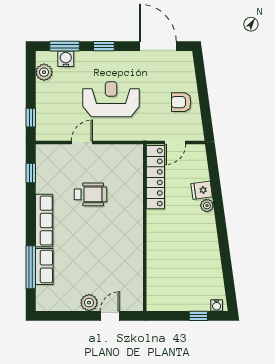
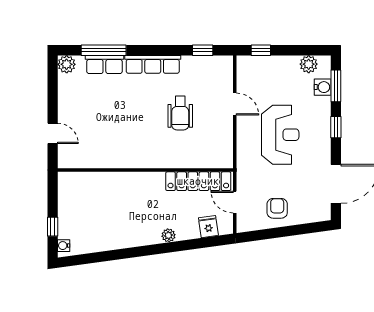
fridge: (202, 190) -> (208, 227), moved
plant: (89, 303) -> (67, 64), moved

